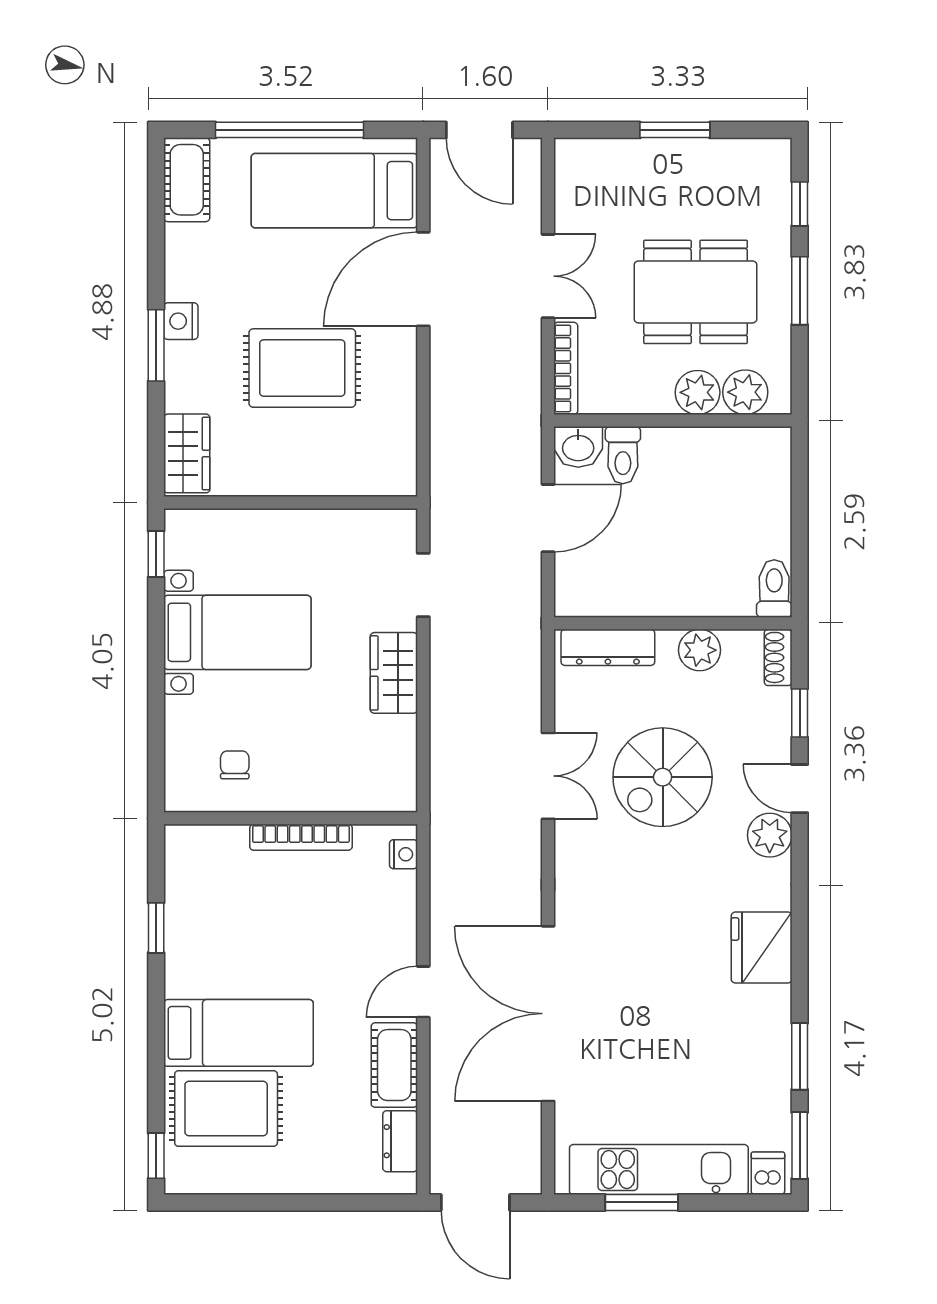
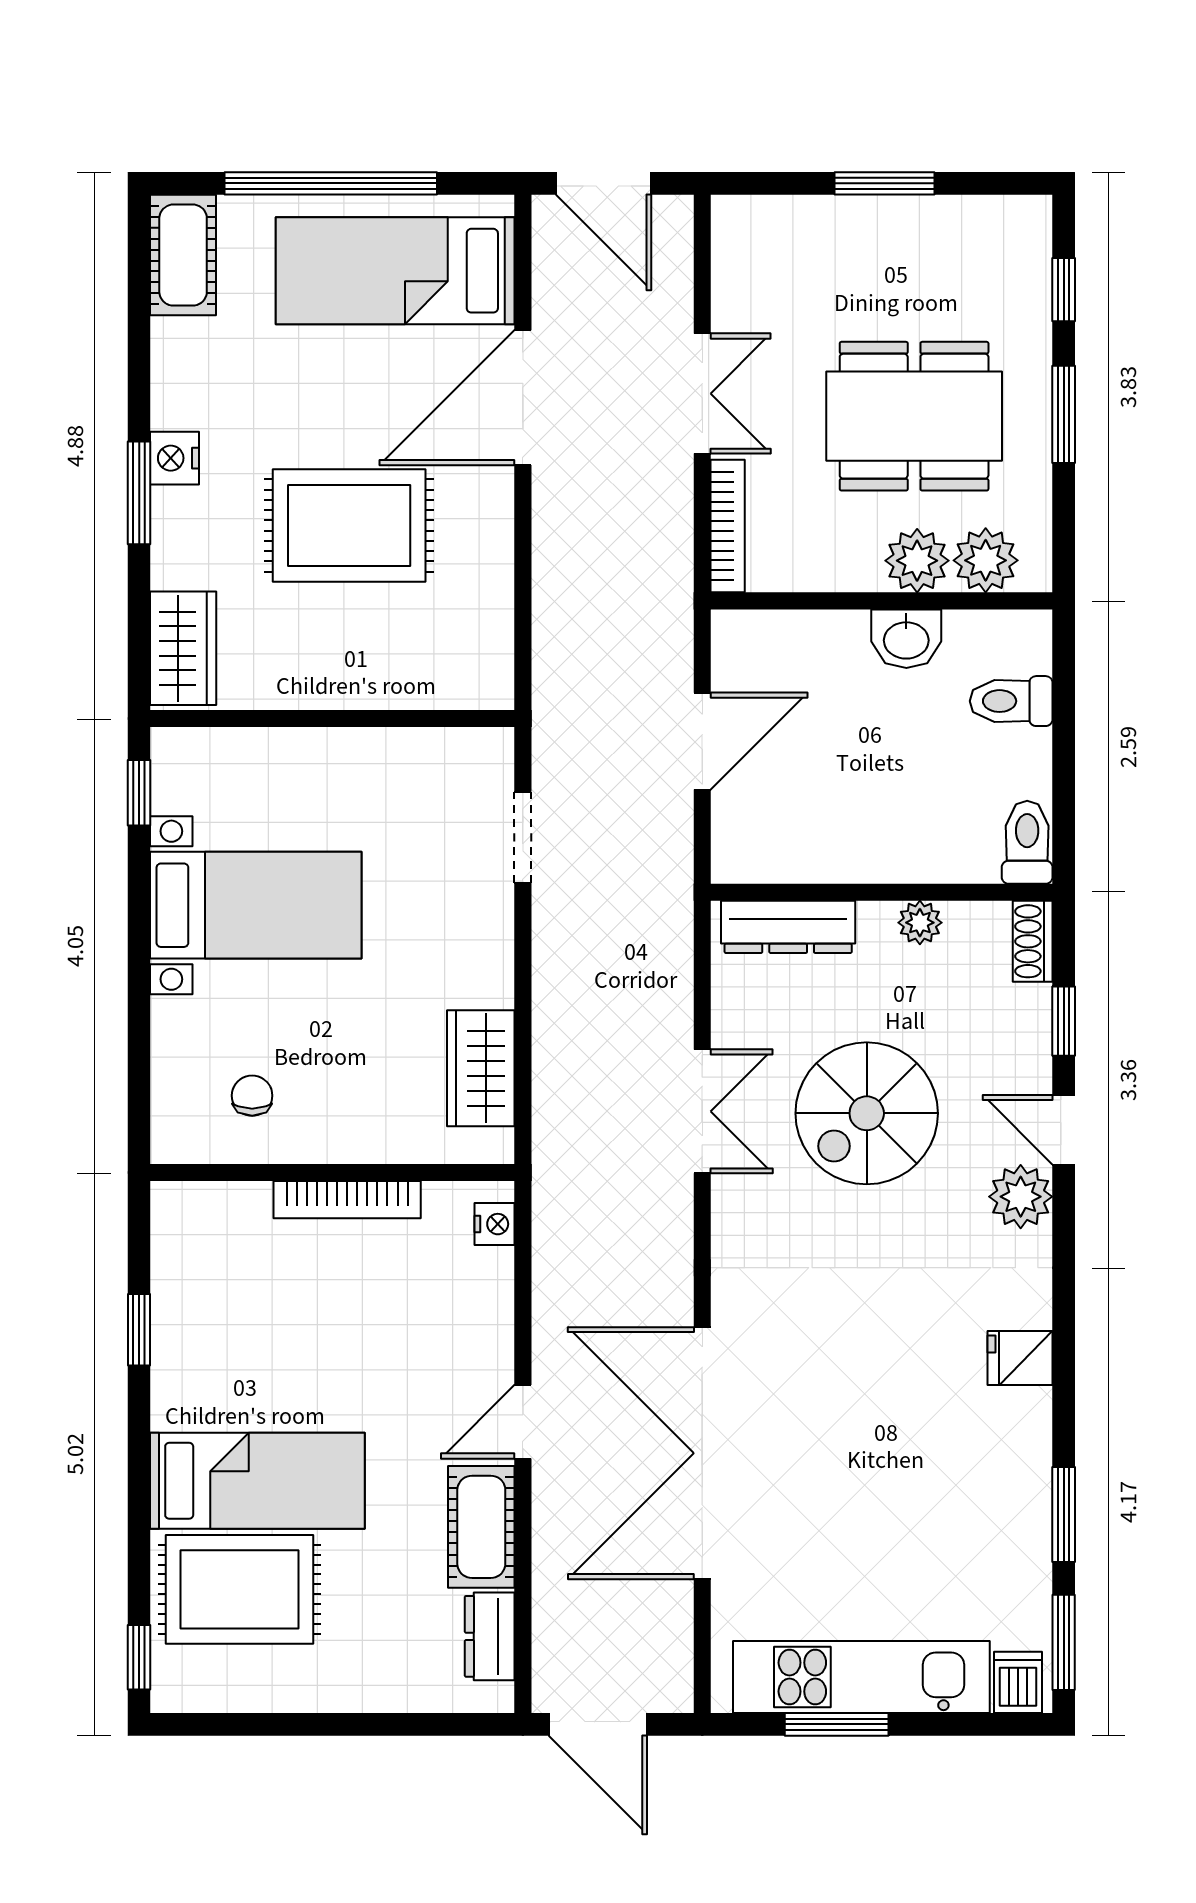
washbasin: (578, 447) -> (906, 639), moved
toilet: (623, 455) -> (1011, 701), moved, turned 90
plant: (700, 650) -> (920, 923), width x0.73, depth x0.73
wardrobe: (394, 673) -> (481, 1068), moved
fridge: (762, 948) -> (1020, 1358), width x0.53, depth x0.75

